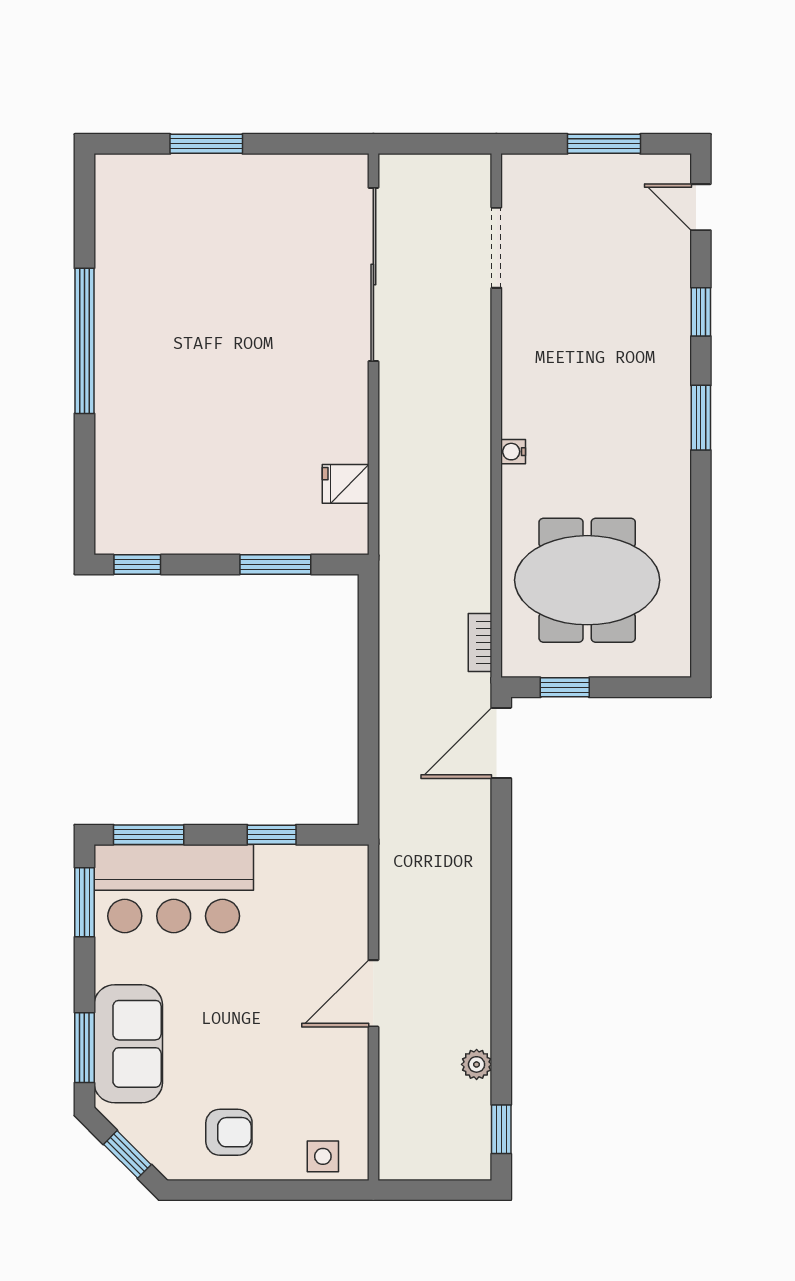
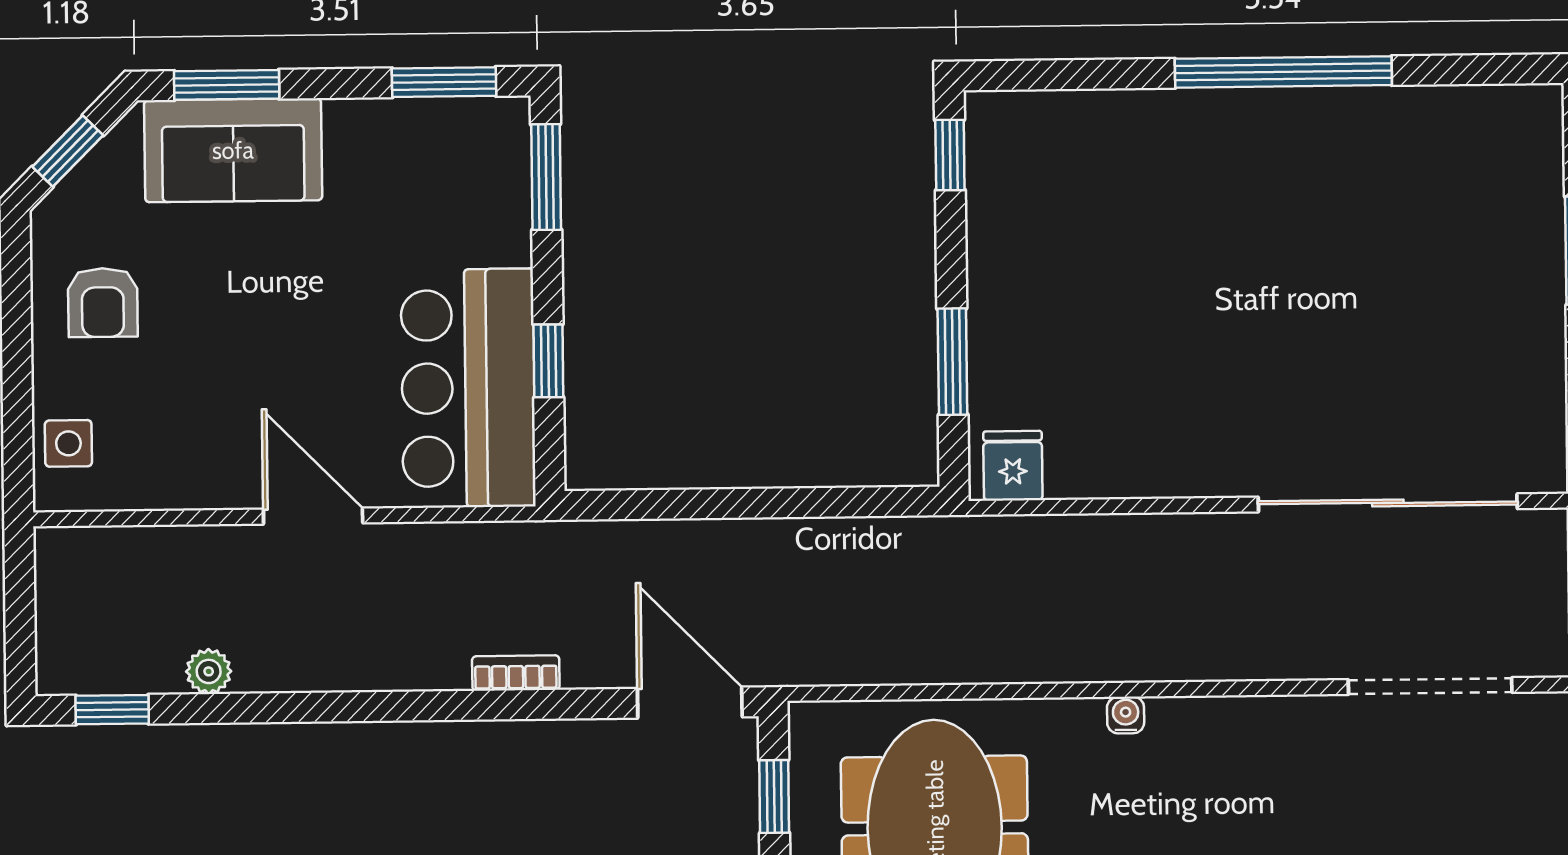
doorway: (496, 248) -> (1430, 686), width x1.36
fridge: (346, 484) -> (1013, 466), moved
bookcase: (480, 642) -> (516, 673), moved
bar counter: (174, 889) -> (468, 388), moved

